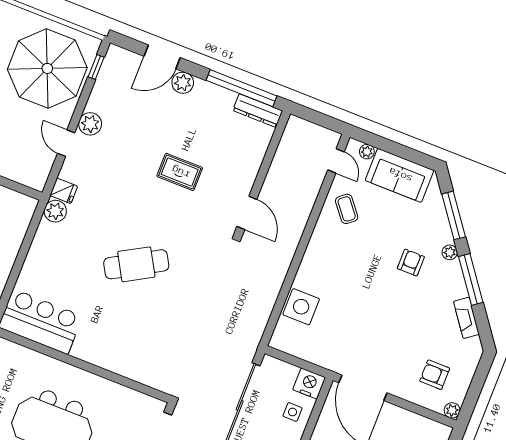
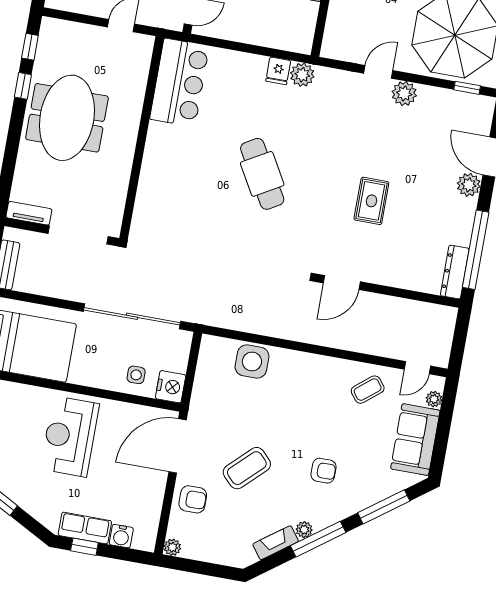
fridge: (64, 191) -> (278, 71), moved
plant: (450, 252) -> (304, 530), moved
coffee table: (395, 330) -> (247, 468), added
armchair: (435, 375) -> (193, 499), moved, turned 90

